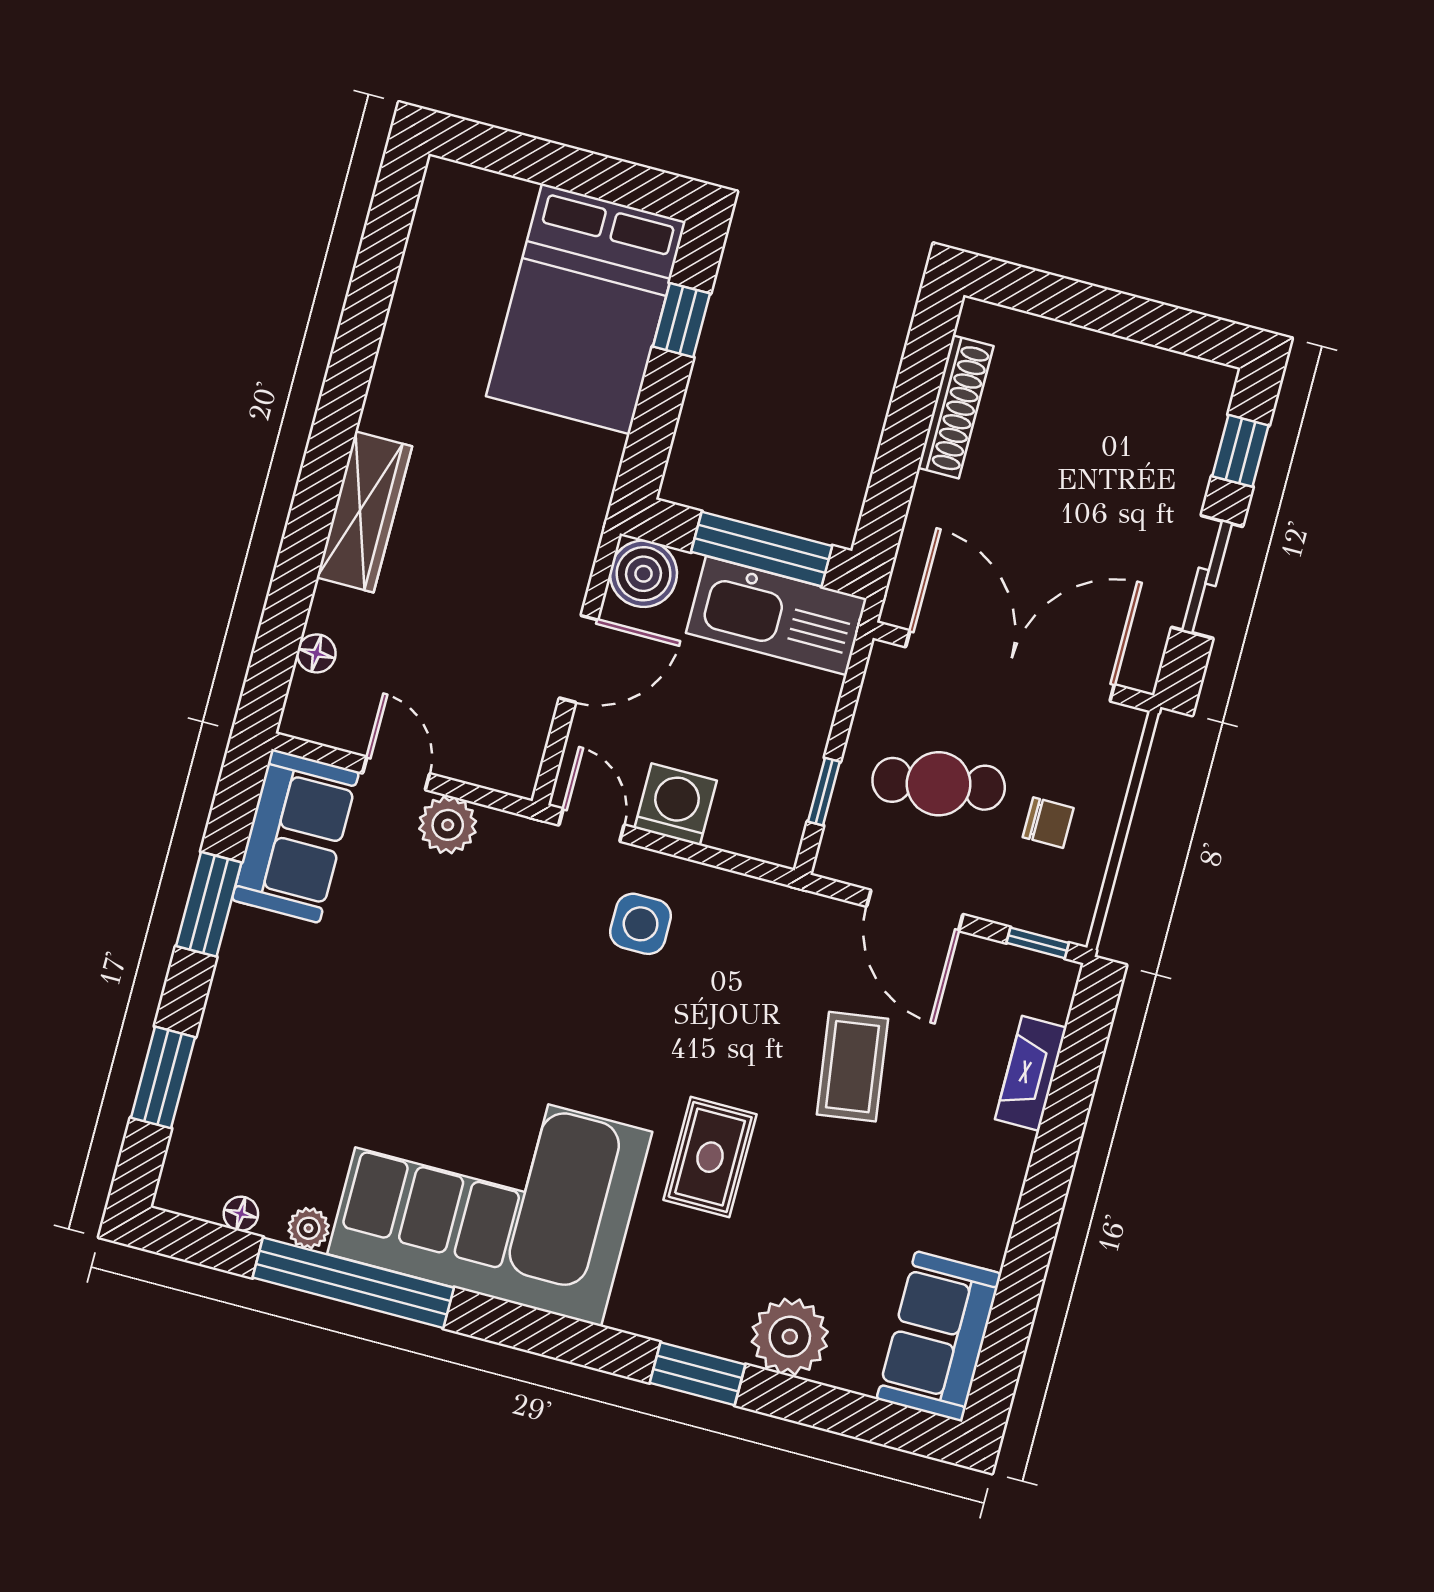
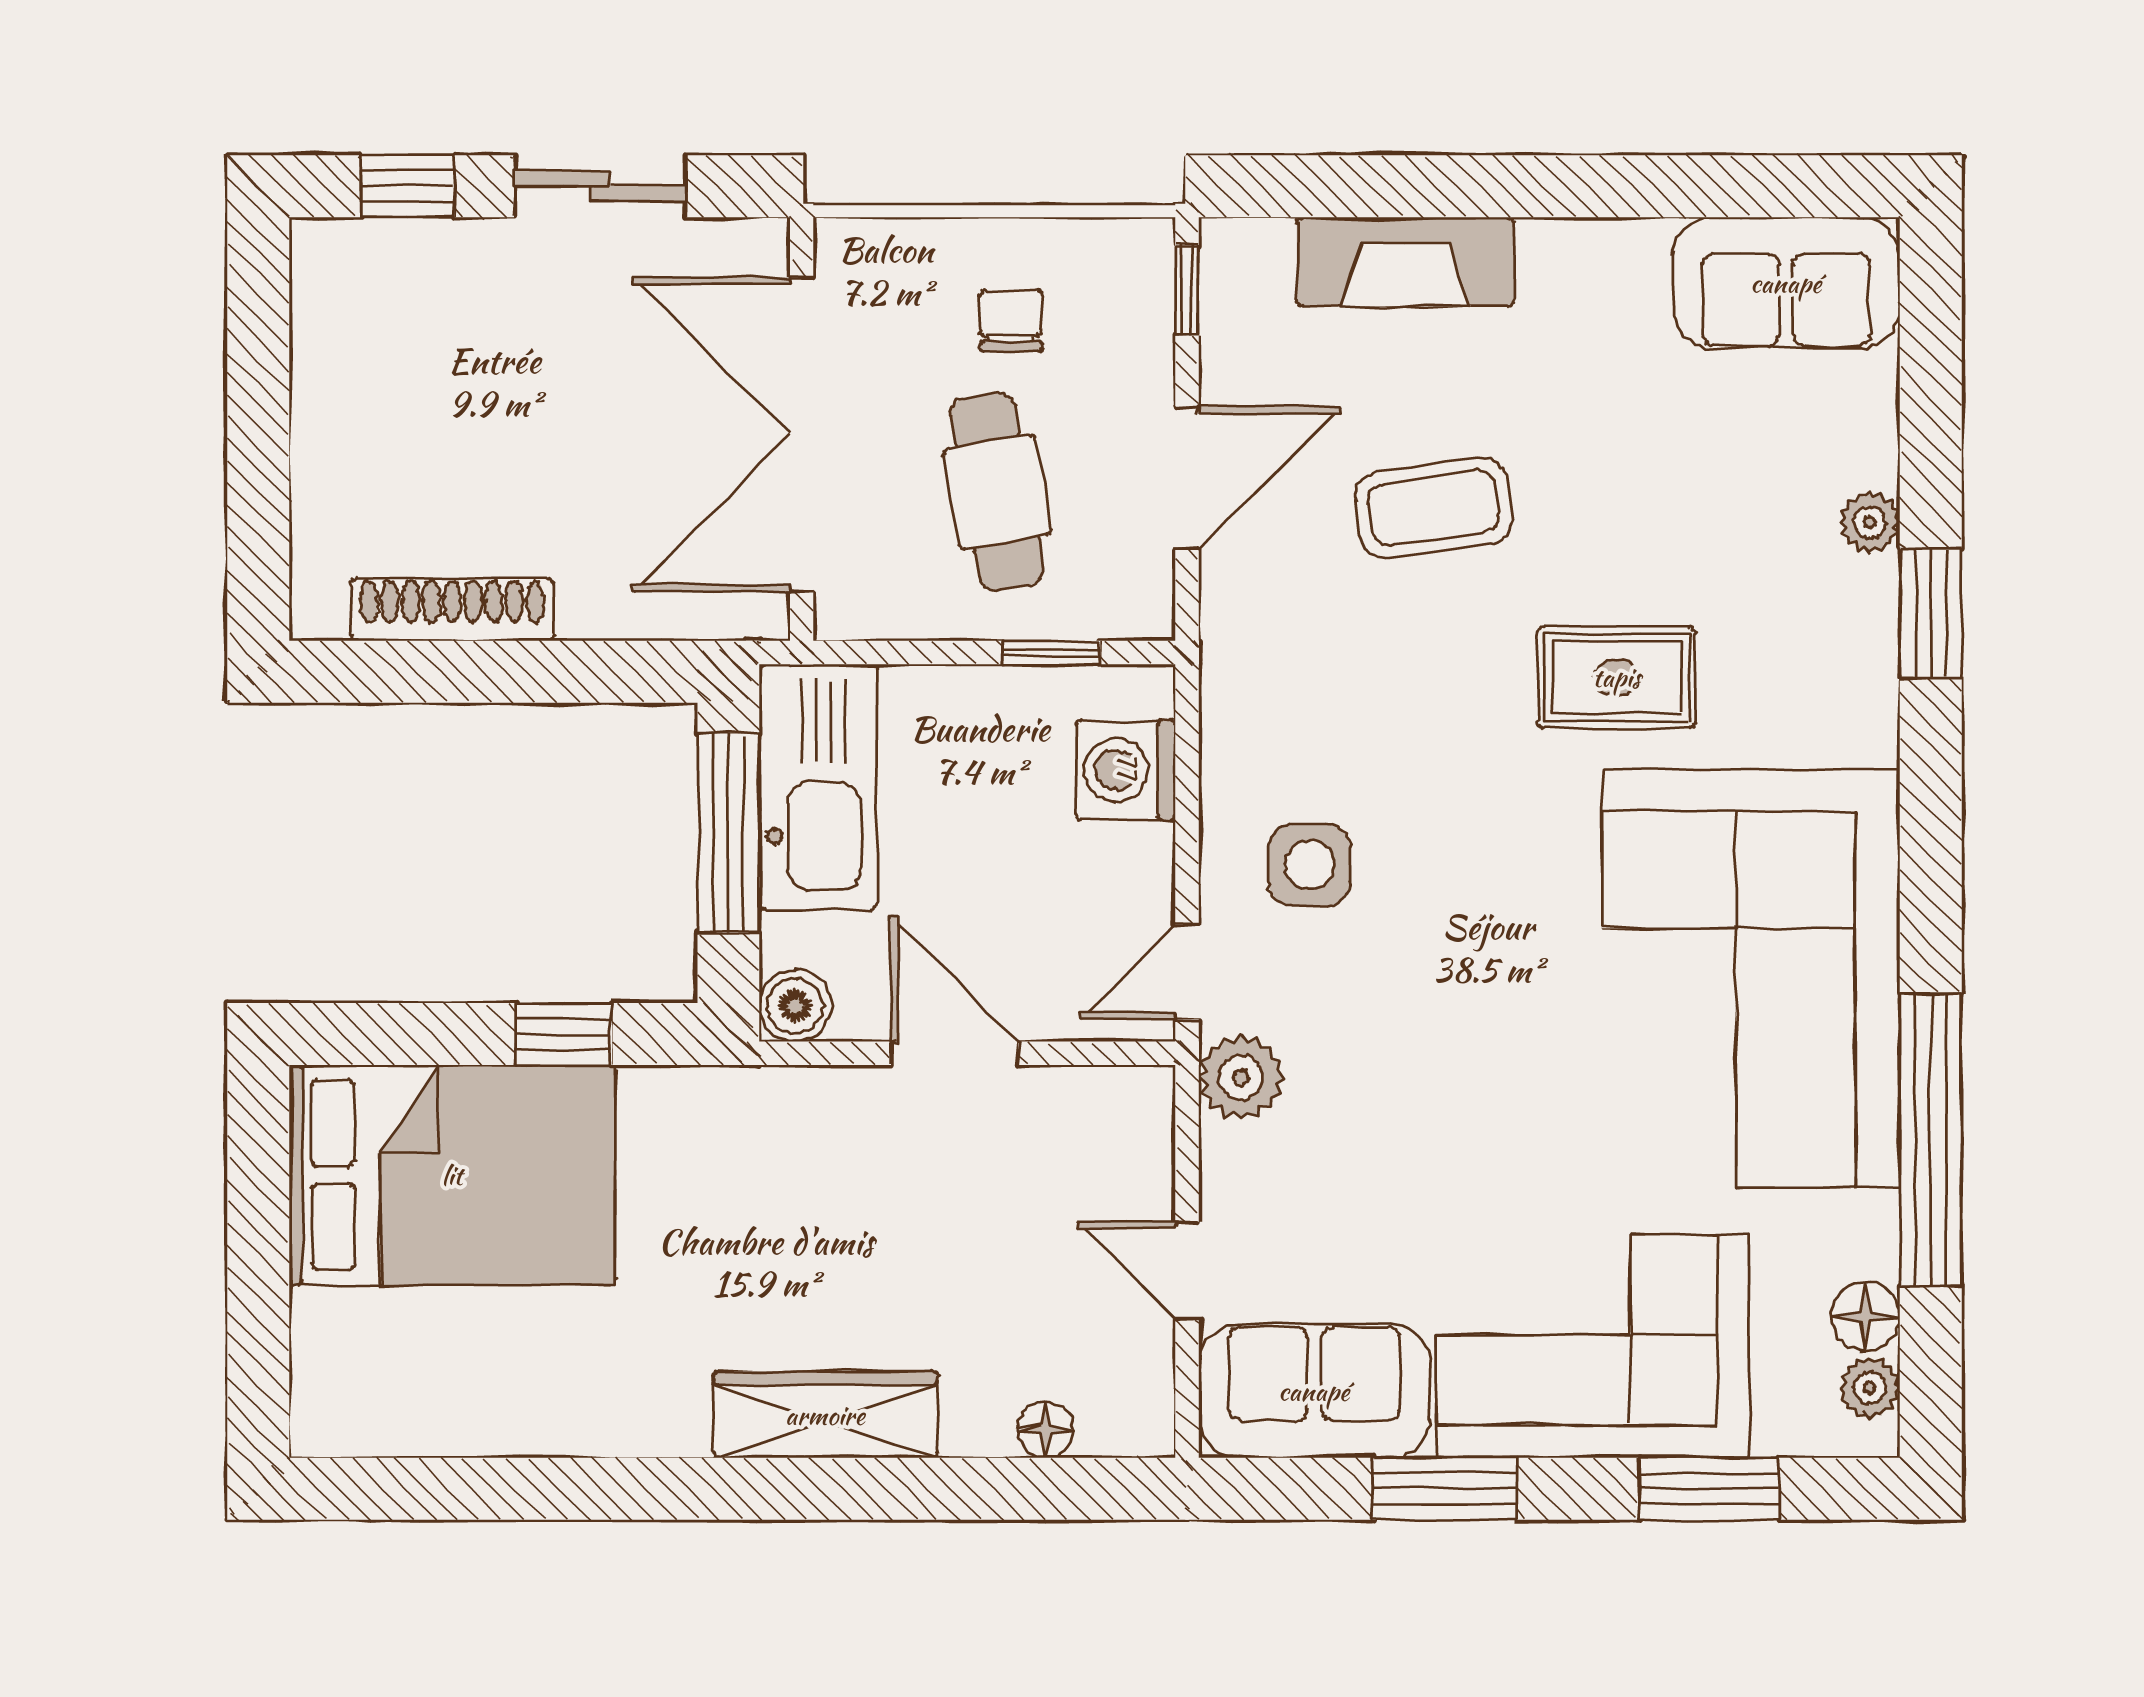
window: (681, 320) -> (564, 1034), moved
boiler: (644, 574) -> (795, 1006), width x0.73, depth x0.73
door: (396, 773) -> (1187, 1271), hinge flipped
washing machine: (676, 804) -> (1126, 770), moved
plant: (448, 825) -> (1241, 1077), moved
corner sofa: (276, 1026) -> (1593, 1347), added
fireplace: (1031, 1073) -> (1405, 262), width x1.37, depth x1.32
floor lamp: (241, 1214) -> (1865, 1317), width x1.37, depth x1.37
plant: (309, 1228) -> (1870, 1388), moved
plant: (790, 1337) -> (1870, 522), width x0.53, depth x0.53

